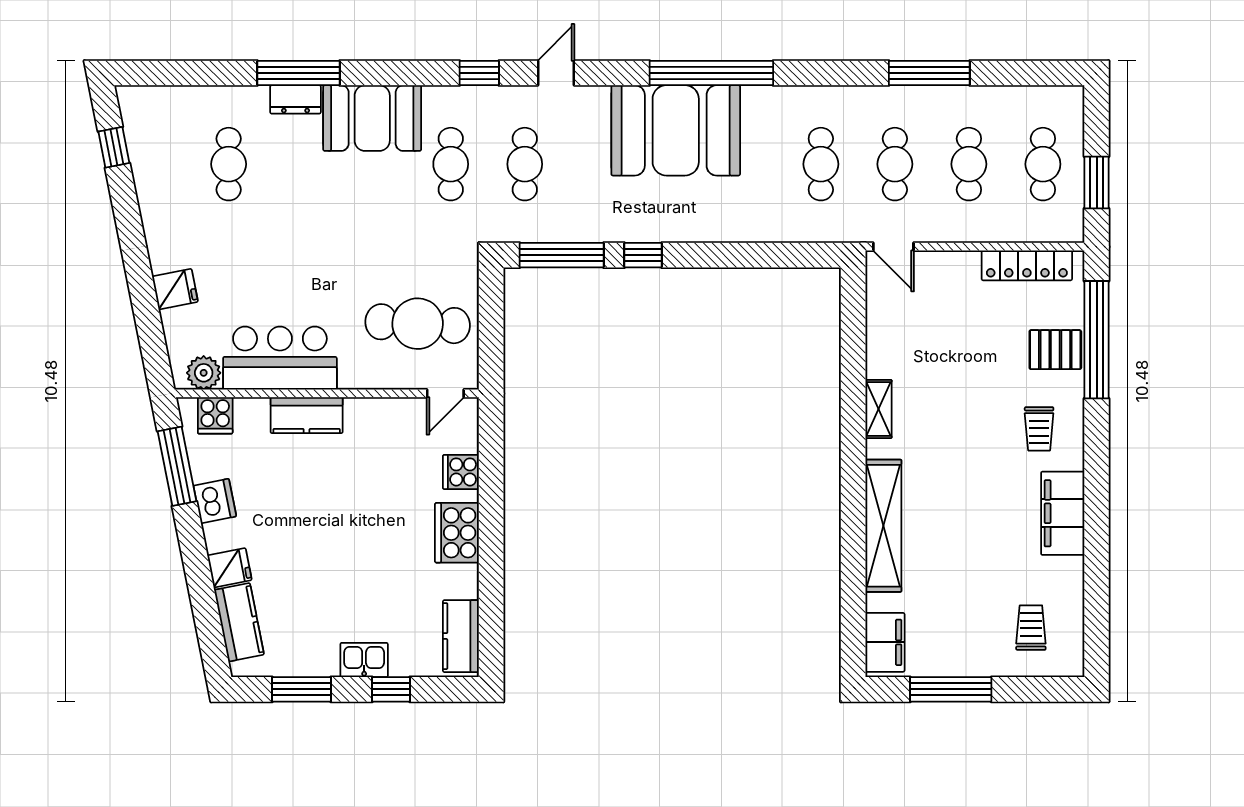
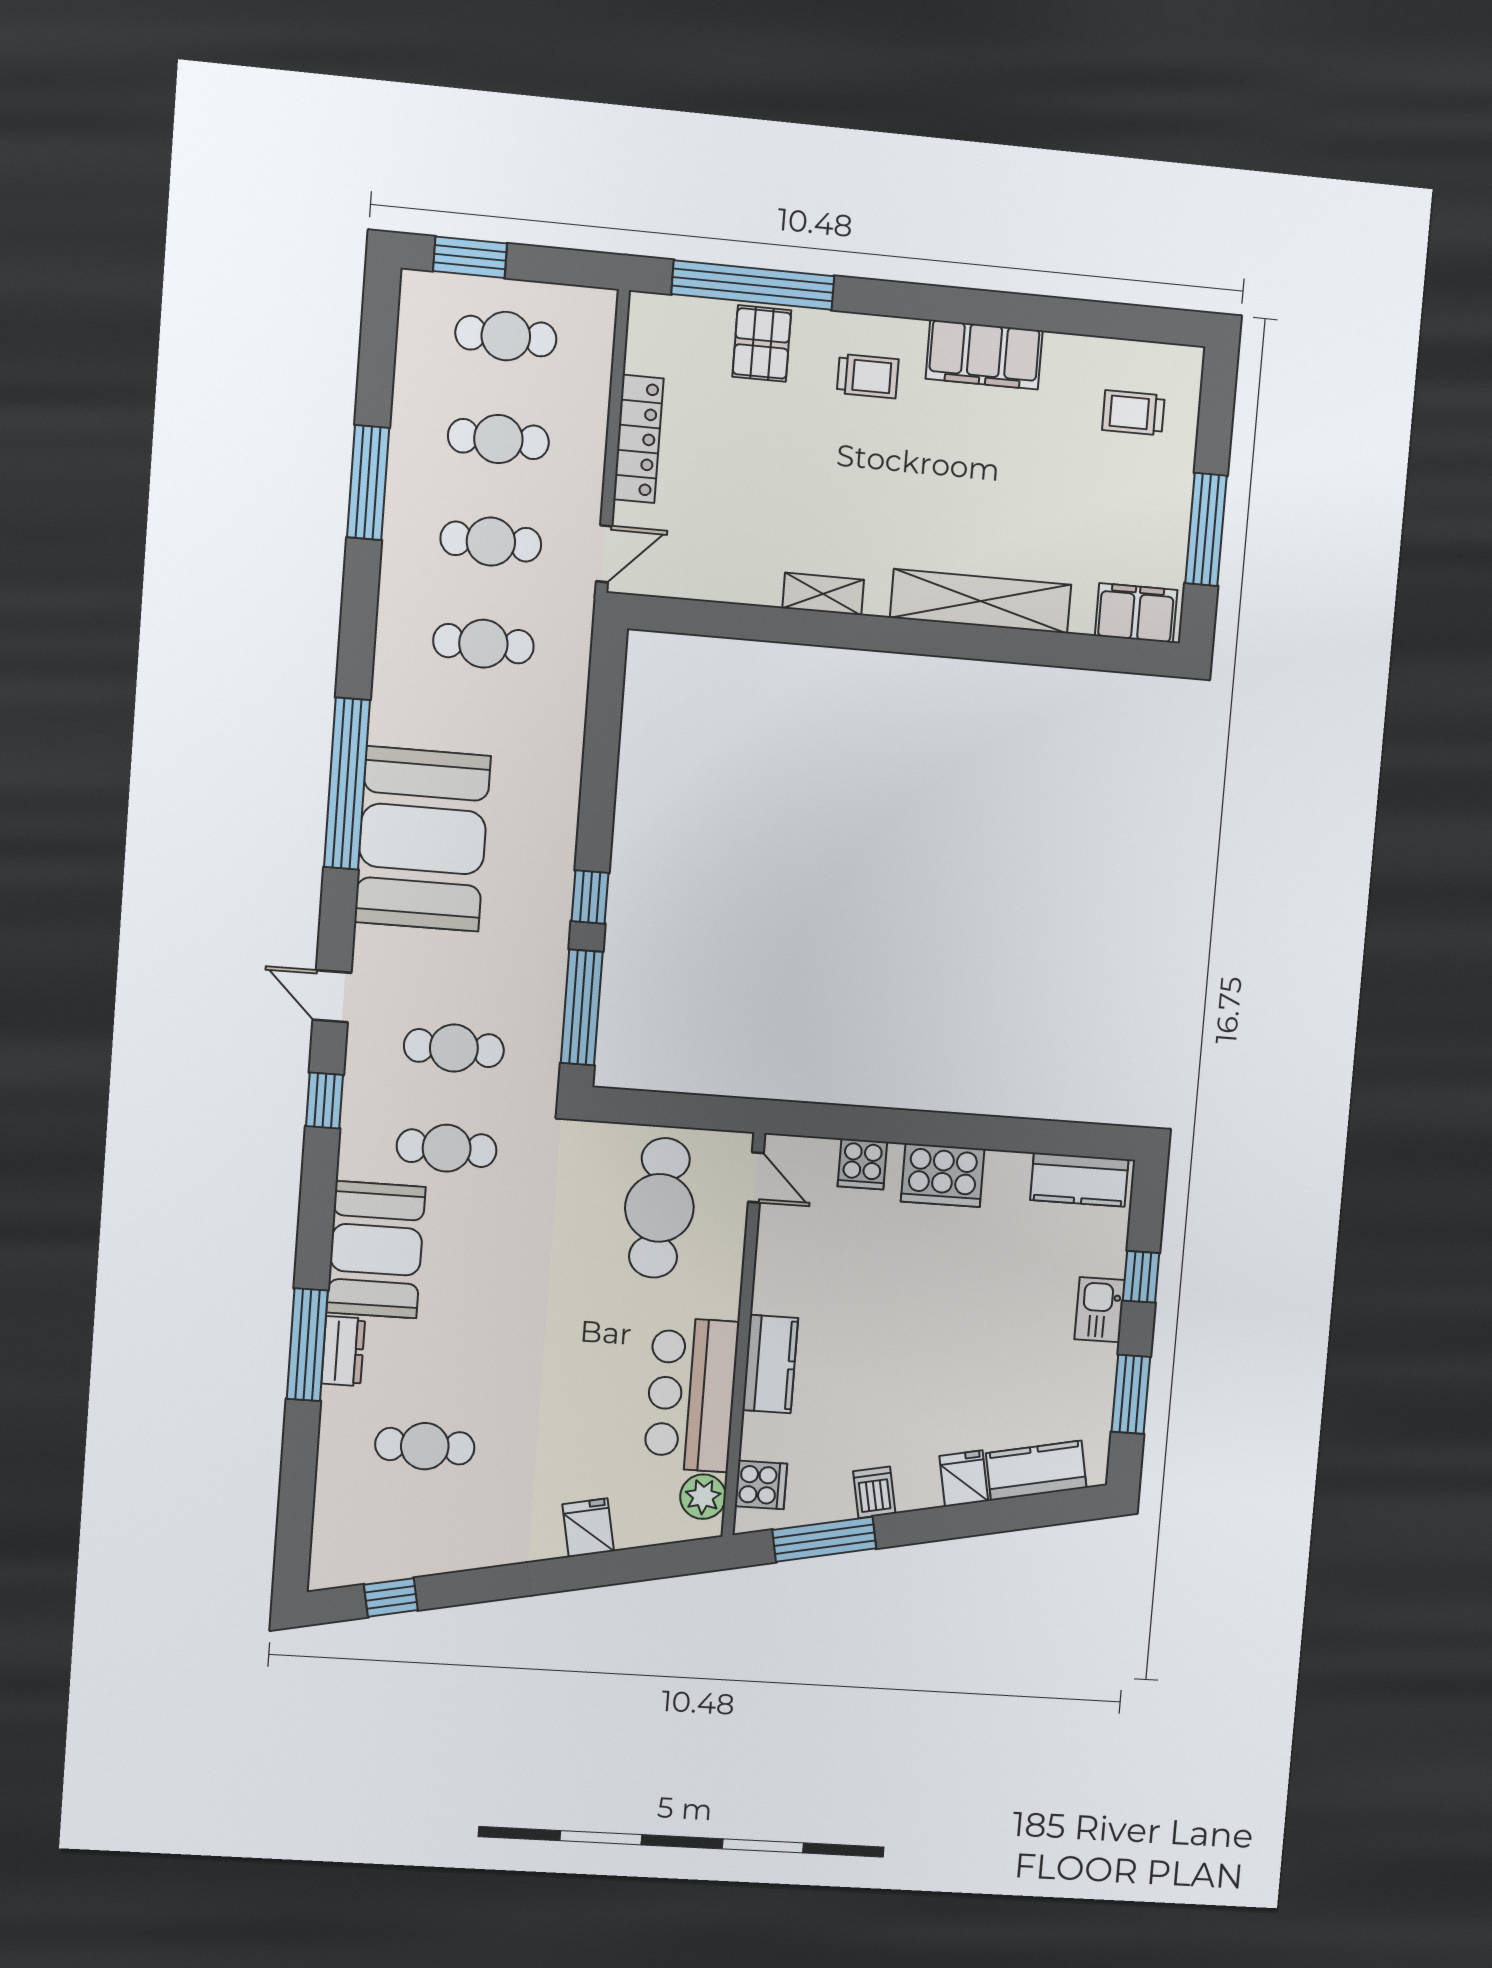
window: (1097, 183) -> (470, 257), moved
locker: (1027, 265) -> (638, 439), moved
dishwasher: (215, 501) -> (874, 1492), width x0.73

